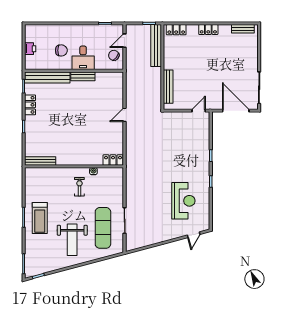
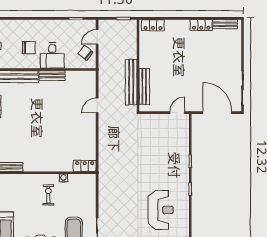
locker: (208, 30) -> (201, 25), moved
bench: (156, 46) -> (131, 82), moved
door: (125, 115) -> (97, 105), moved

